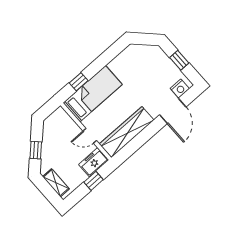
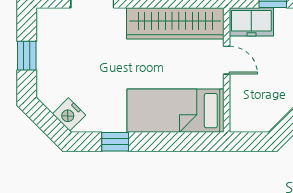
window: (79, 82) -> (115, 142), moved
nightstand: (180, 89) -> (69, 114), moved, turned -135

